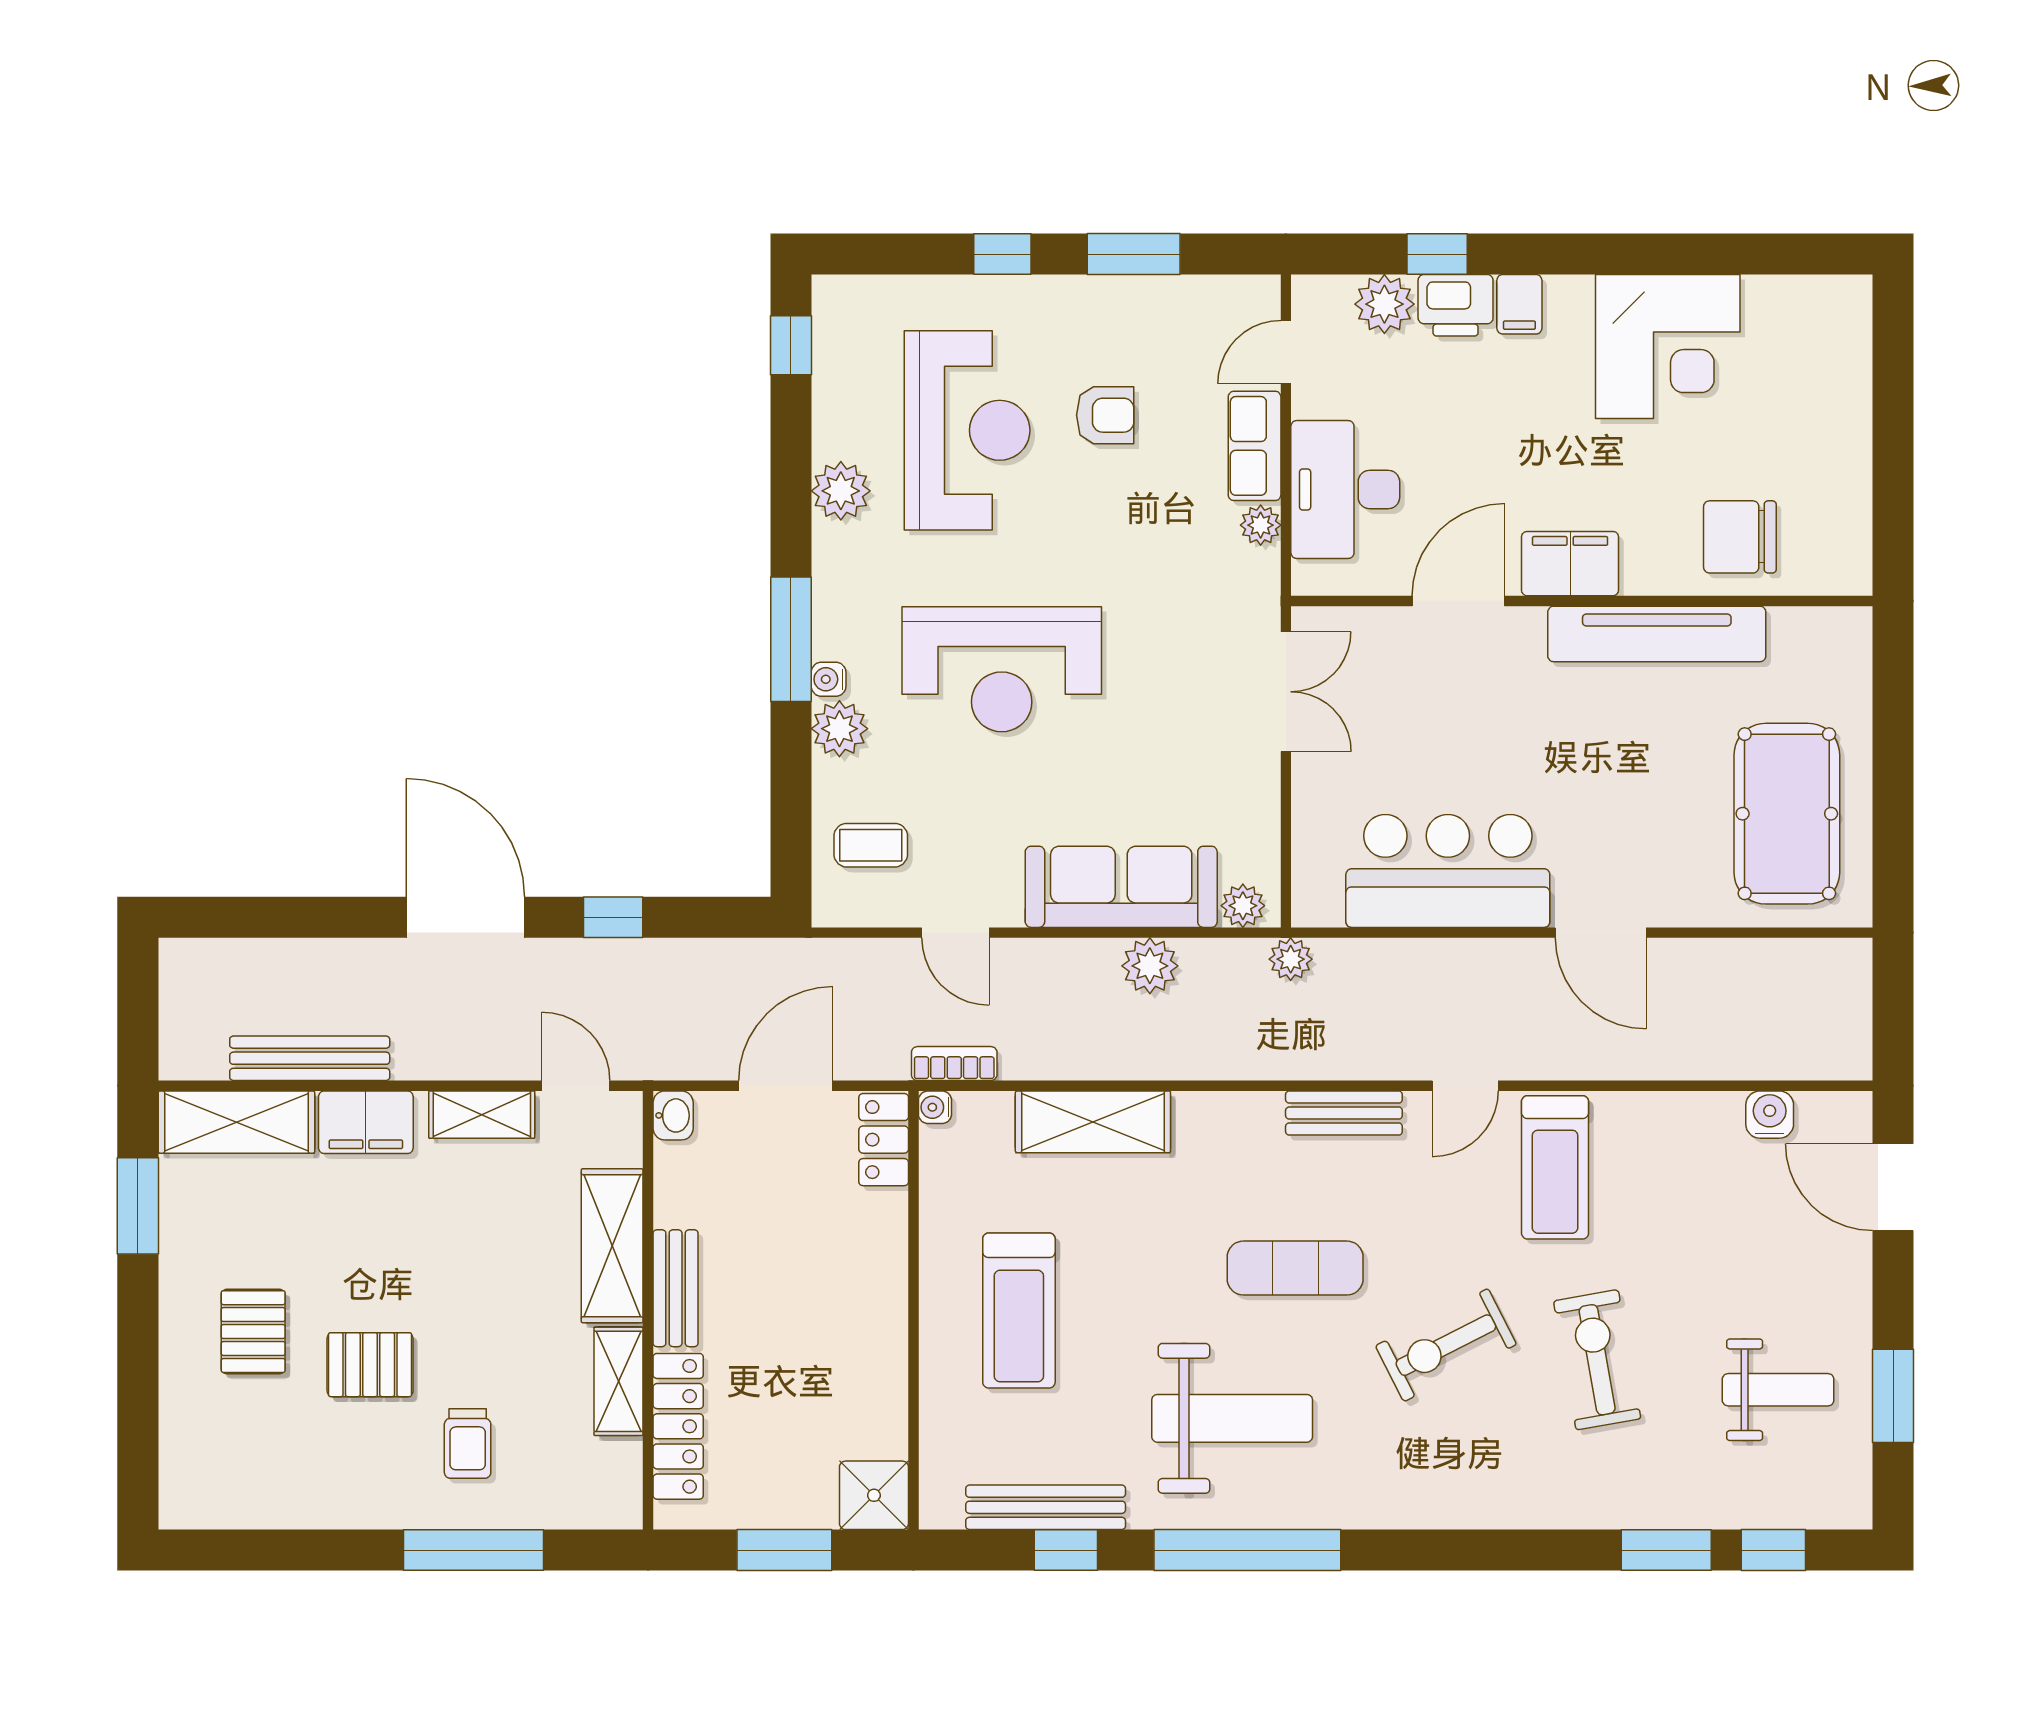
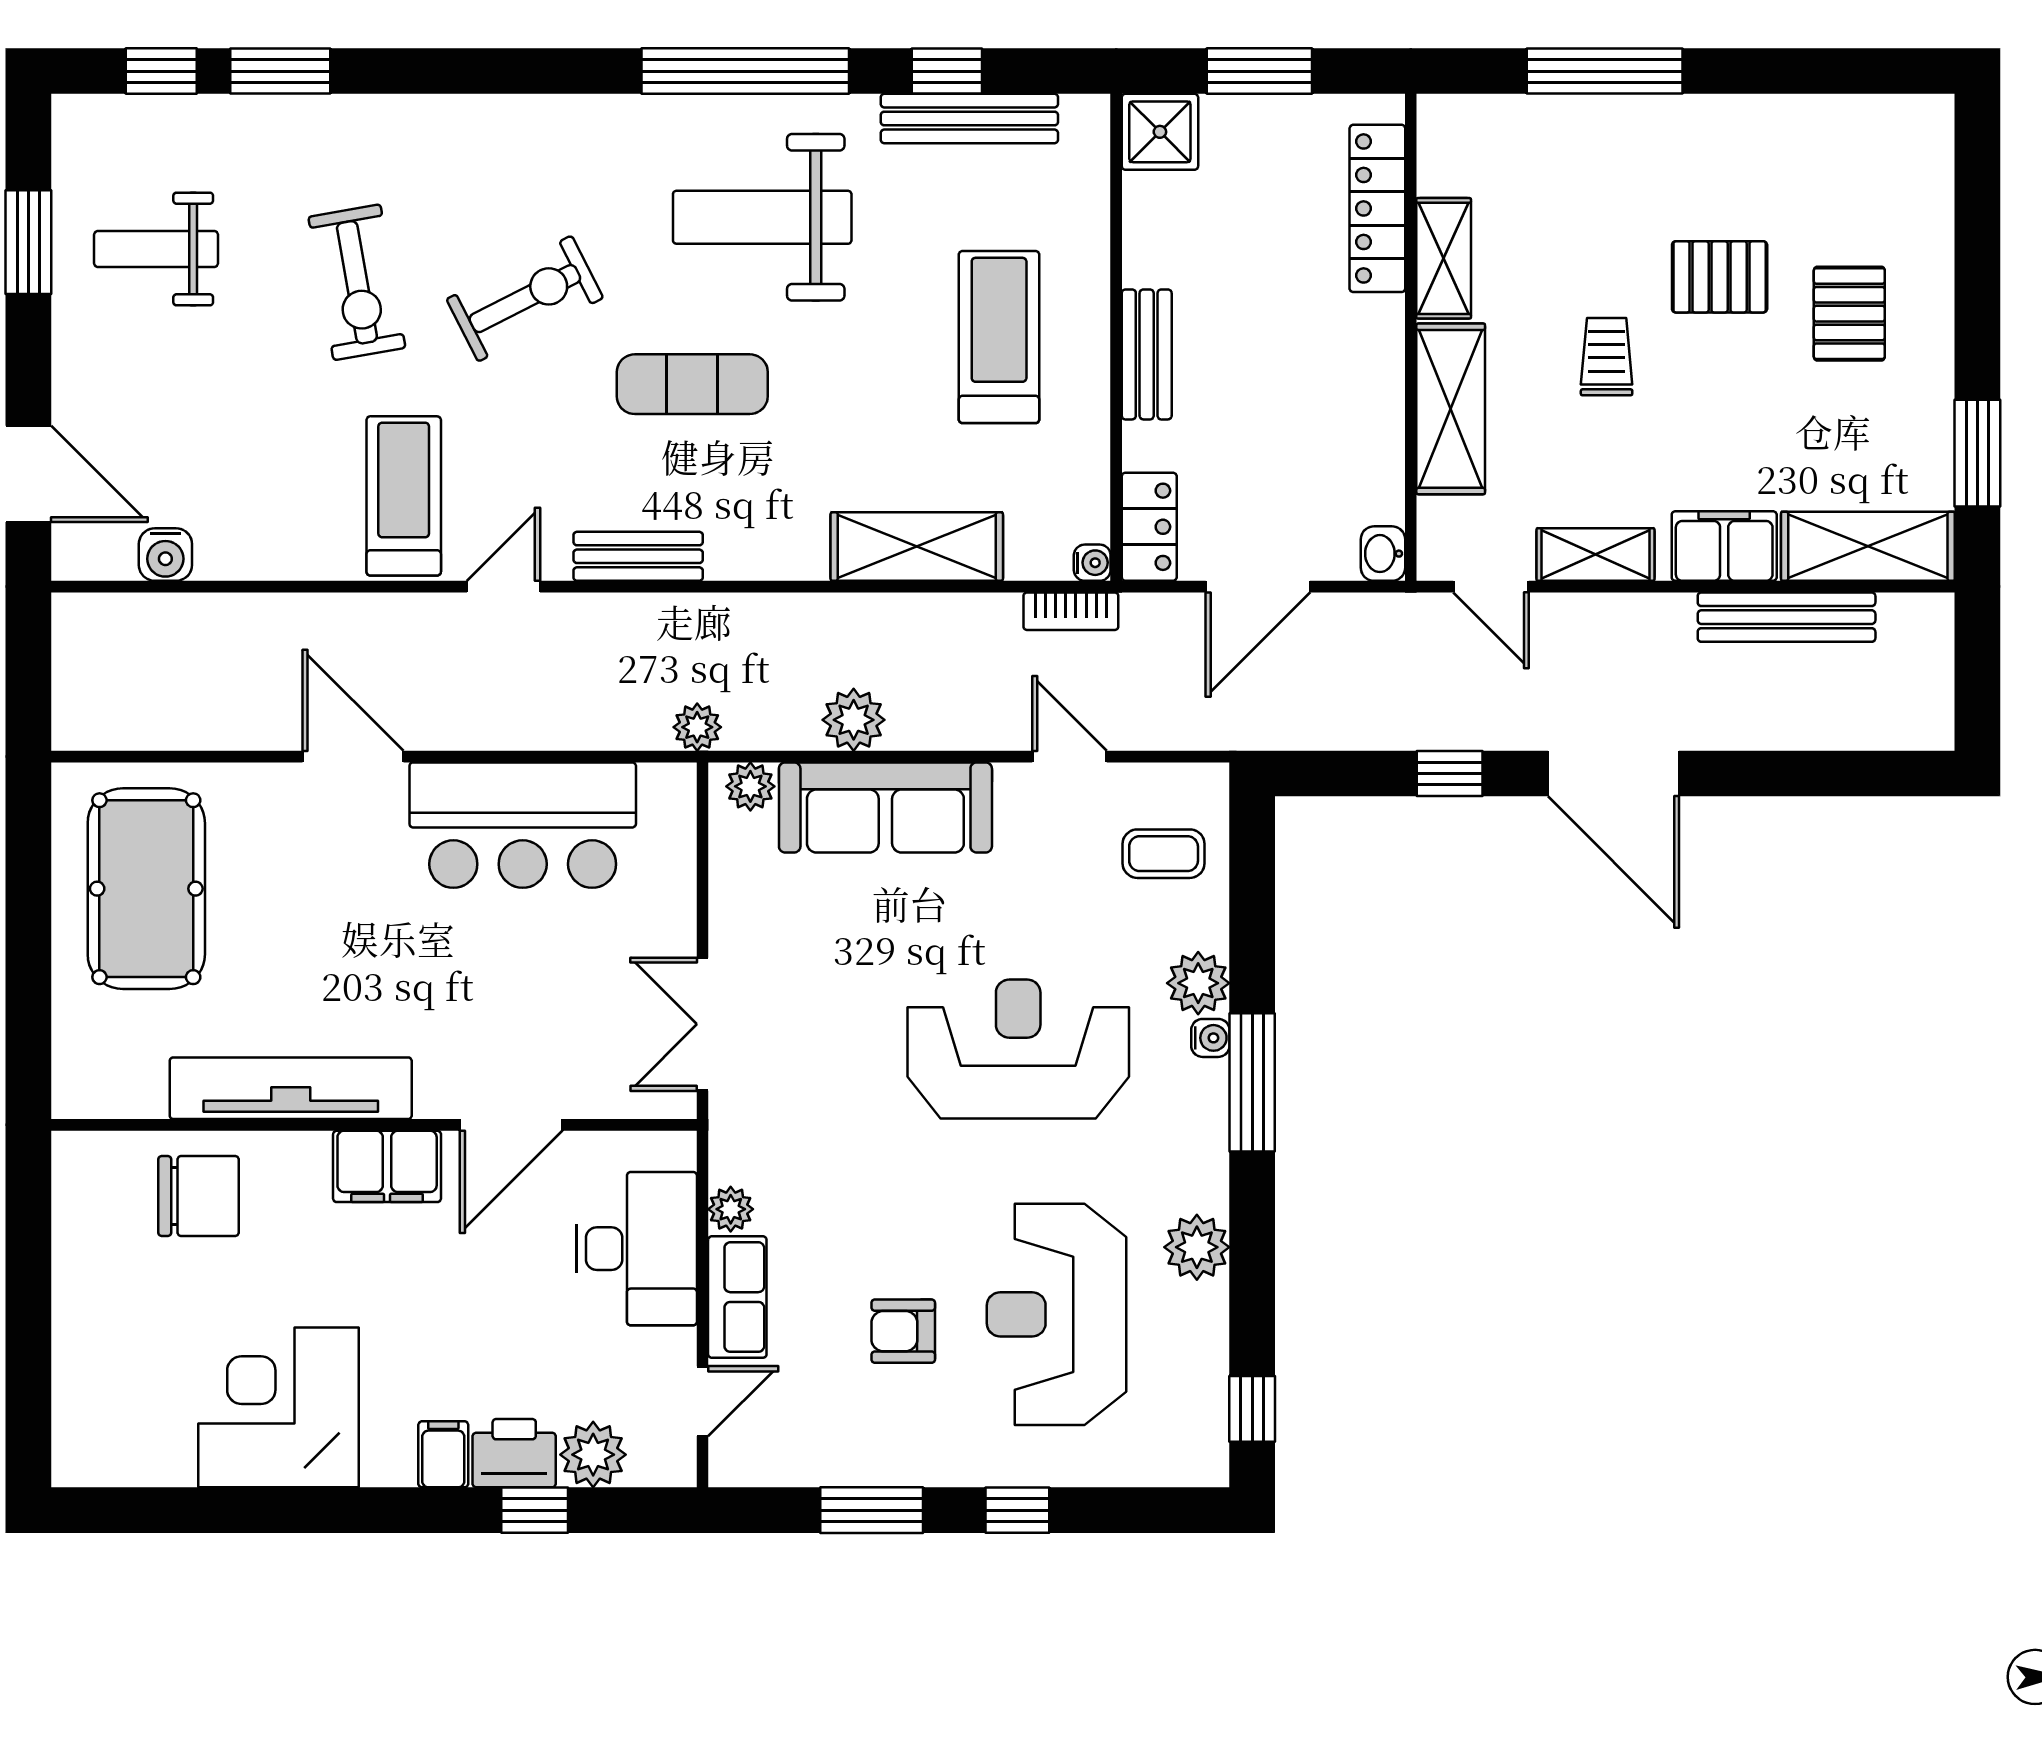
bench: (676, 1288) -> (1147, 354), moved
trolley: (468, 1443) -> (1607, 357), moved

